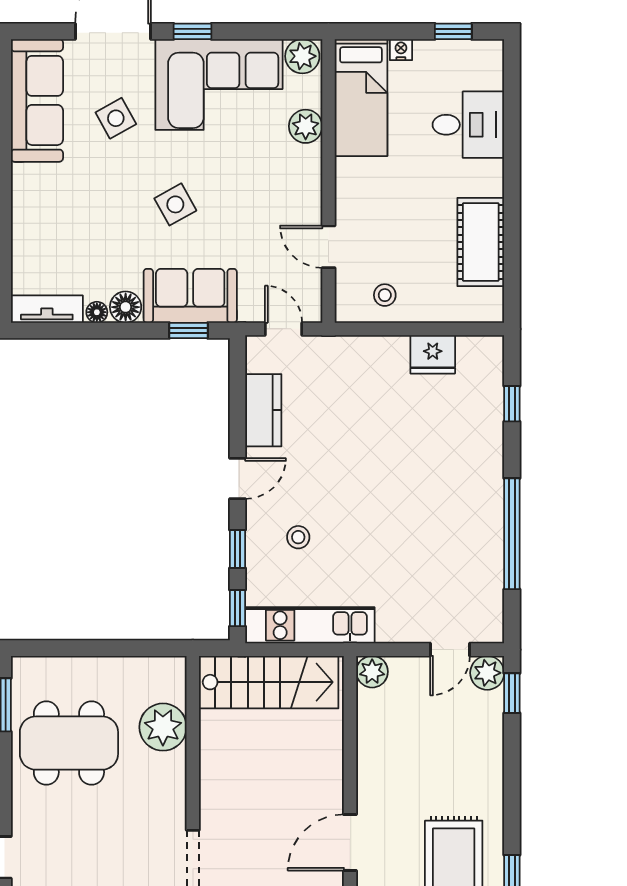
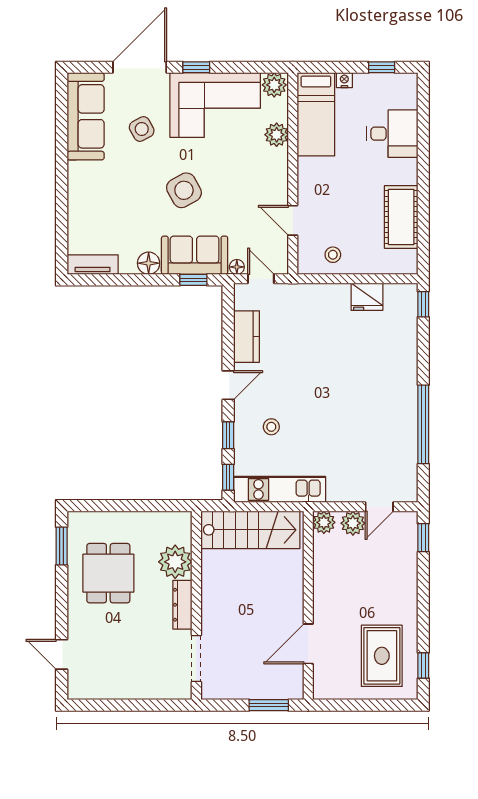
side table: (175, 204) -> (184, 190), width x1.37, depth x1.37
floor lamp: (97, 312) -> (237, 267), moved
window: (512, 404) -> (423, 304), moved
plant: (487, 673) -> (353, 523), moved
dining table: (69, 743) -> (108, 573), width x0.73
dresser: (173, 788) -> (182, 605), added

